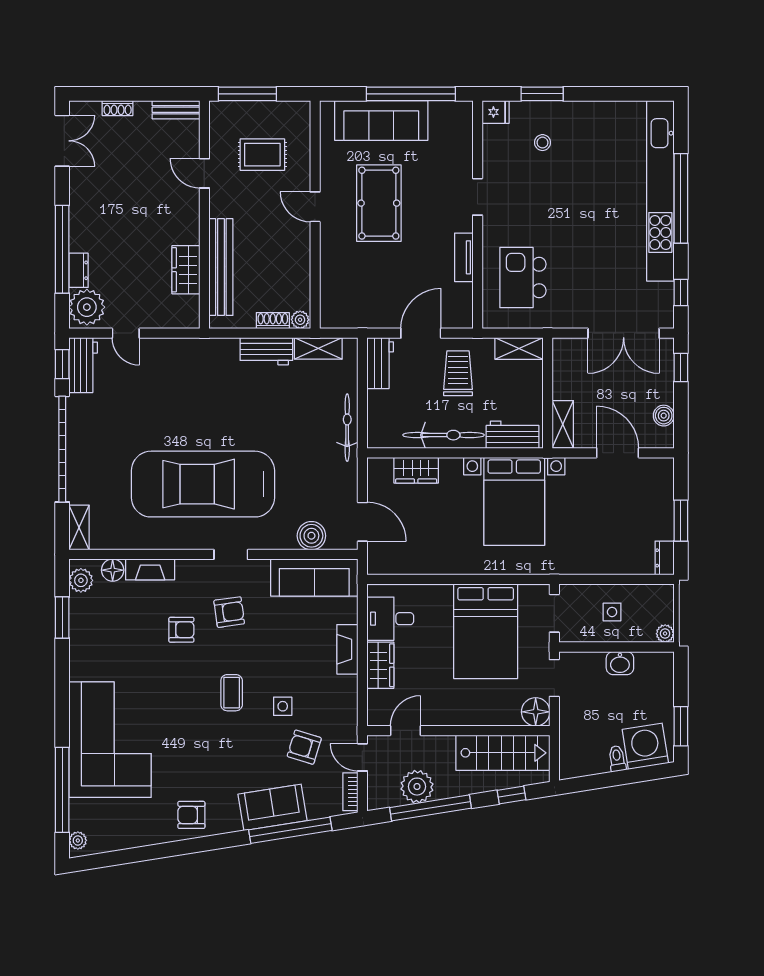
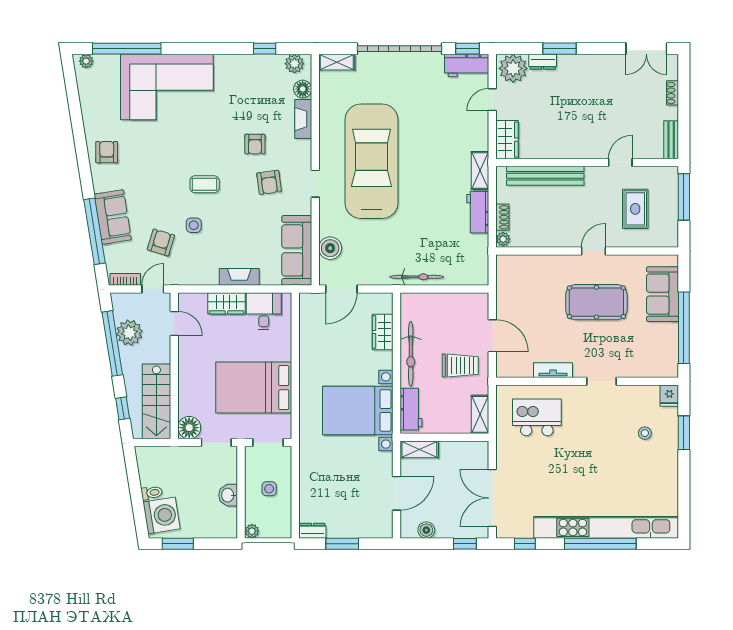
sofa: (381, 121) -> (663, 294), width x0.73
window: (62, 249) -> (559, 49), width x0.47
wardrobe: (186, 270) -> (507, 140), moved, turned 90
shelving: (318, 348) -> (480, 171), moved
workbench: (380, 363) -> (468, 303), removed
window: (62, 618) -> (265, 49), width x0.67

